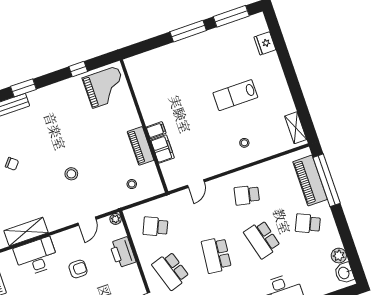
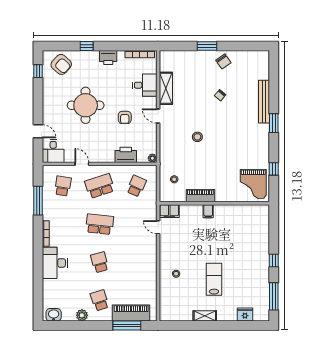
window: (188, 31) -> (274, 261), width x0.46
shelving: (296, 128) -> (205, 316), moved
filing cabinet: (162, 149) -> (169, 211), moved
window: (327, 180) -> (127, 325), width x0.68
school desk: (247, 195) -> (136, 262), removed
door: (87, 221) -> (158, 116), moved
school desk: (308, 224) -> (100, 300), turned -42
school desk: (262, 239) -> (100, 262), width x0.54
plant: (339, 256) -> (82, 315), moved
desk: (36, 257) -> (145, 85), width x0.73

